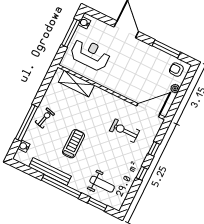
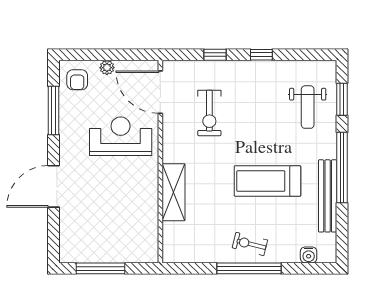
water cooler: (84, 23) -> (75, 255), removed
reception desk: (90, 54) -> (121, 136), moved, turned 90
shelving: (77, 84) -> (174, 192), moved
window: (27, 123) -> (249, 268), moved
treadmill: (74, 144) -> (267, 181), width x1.37, depth x1.38
weight bench: (102, 184) -> (308, 107), turned 180

